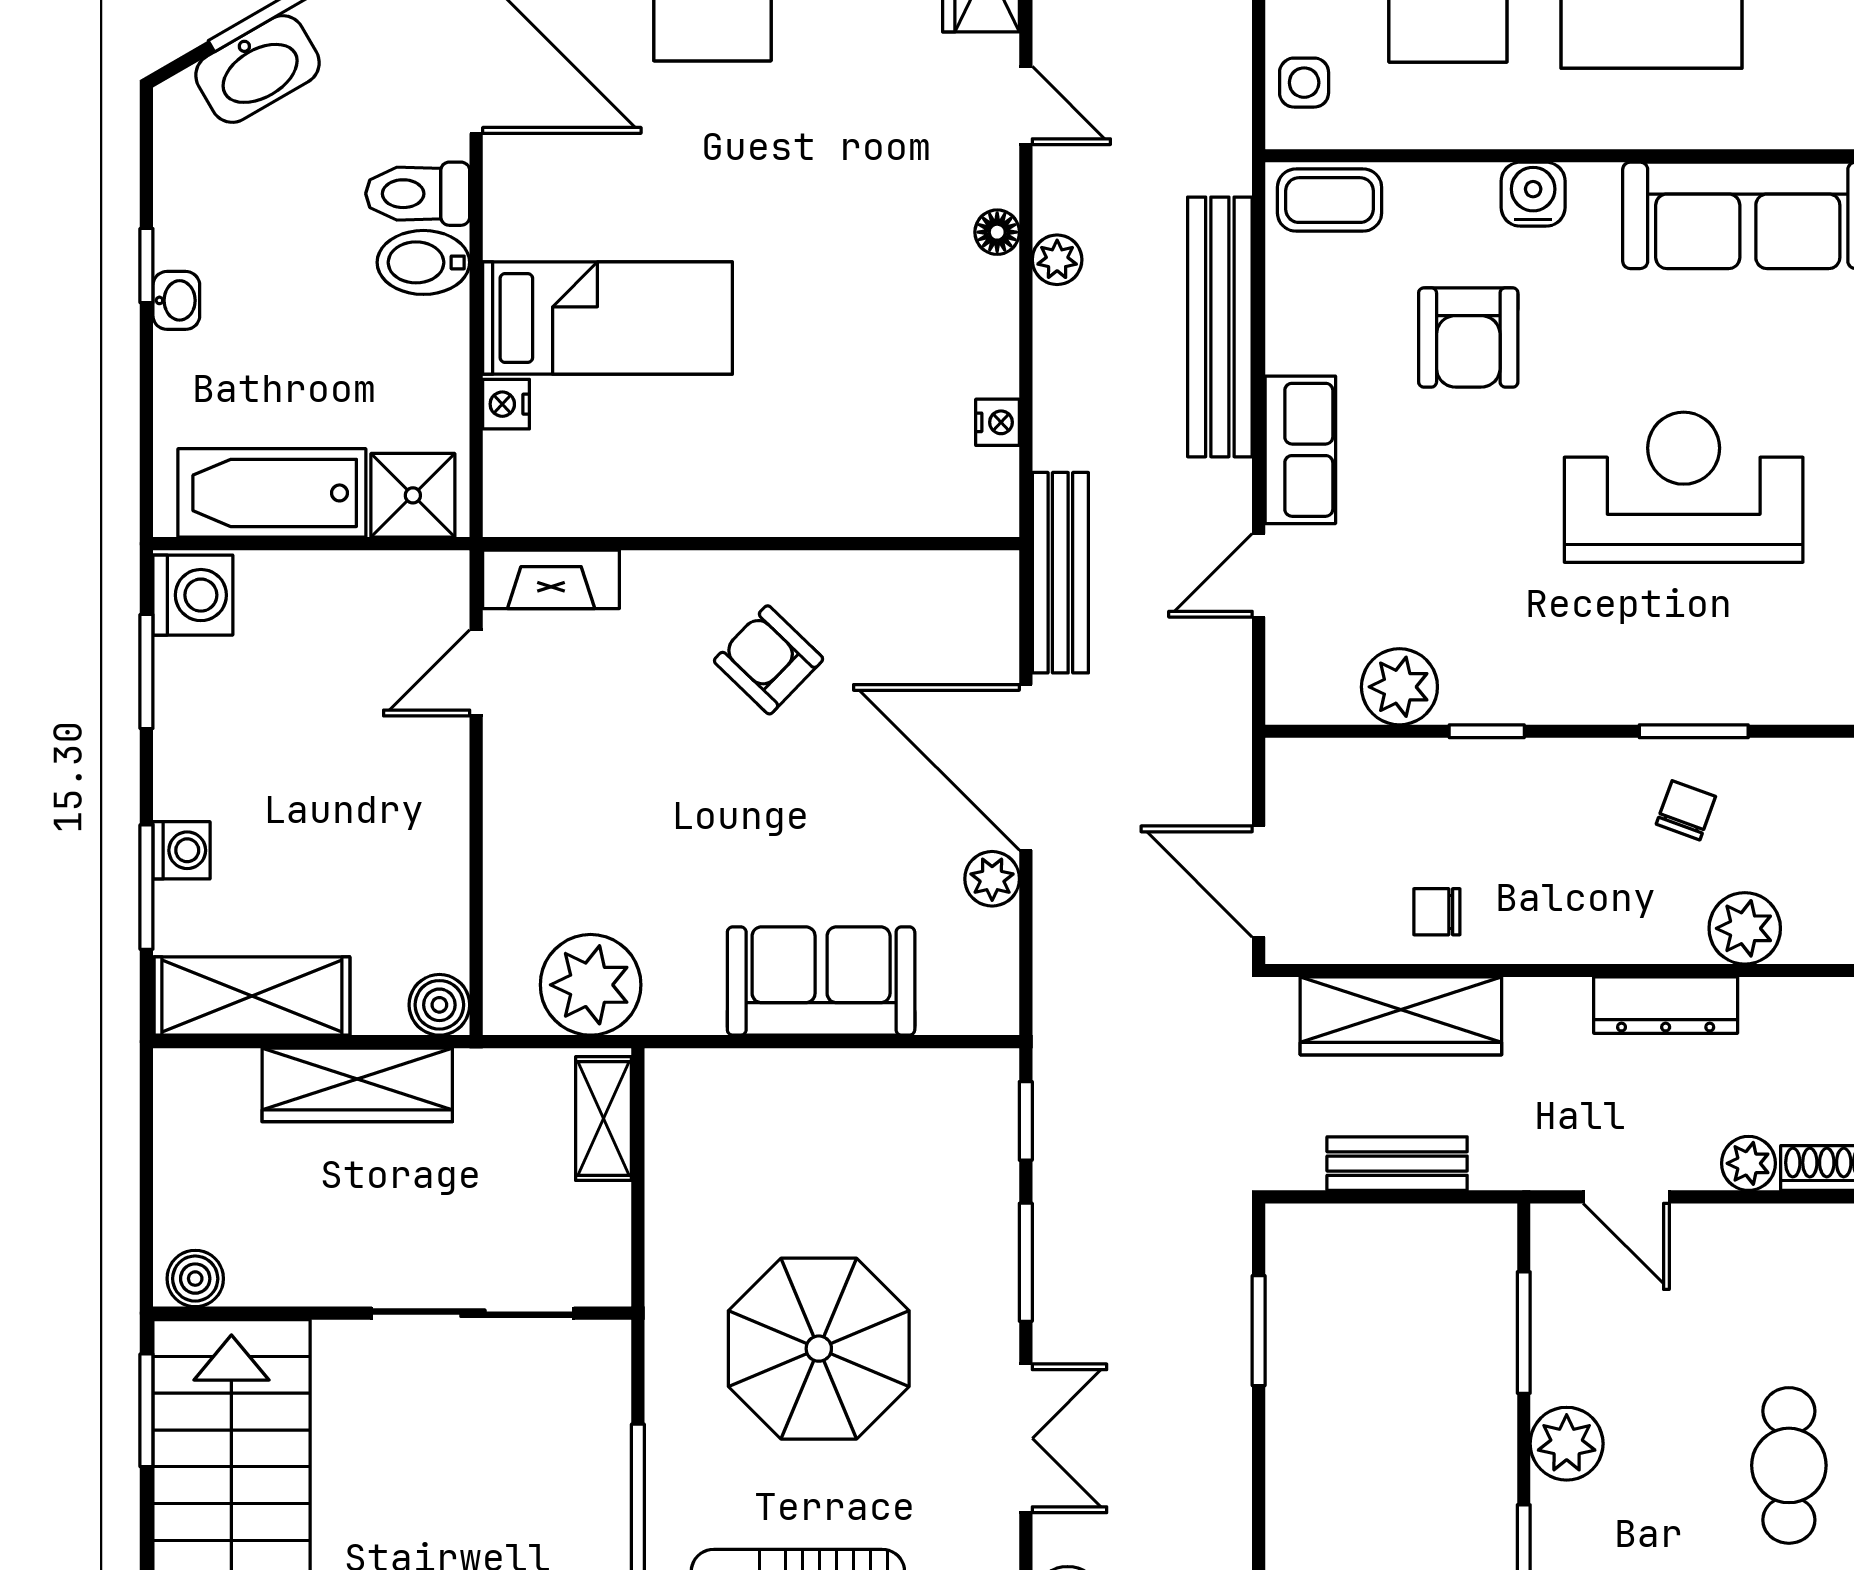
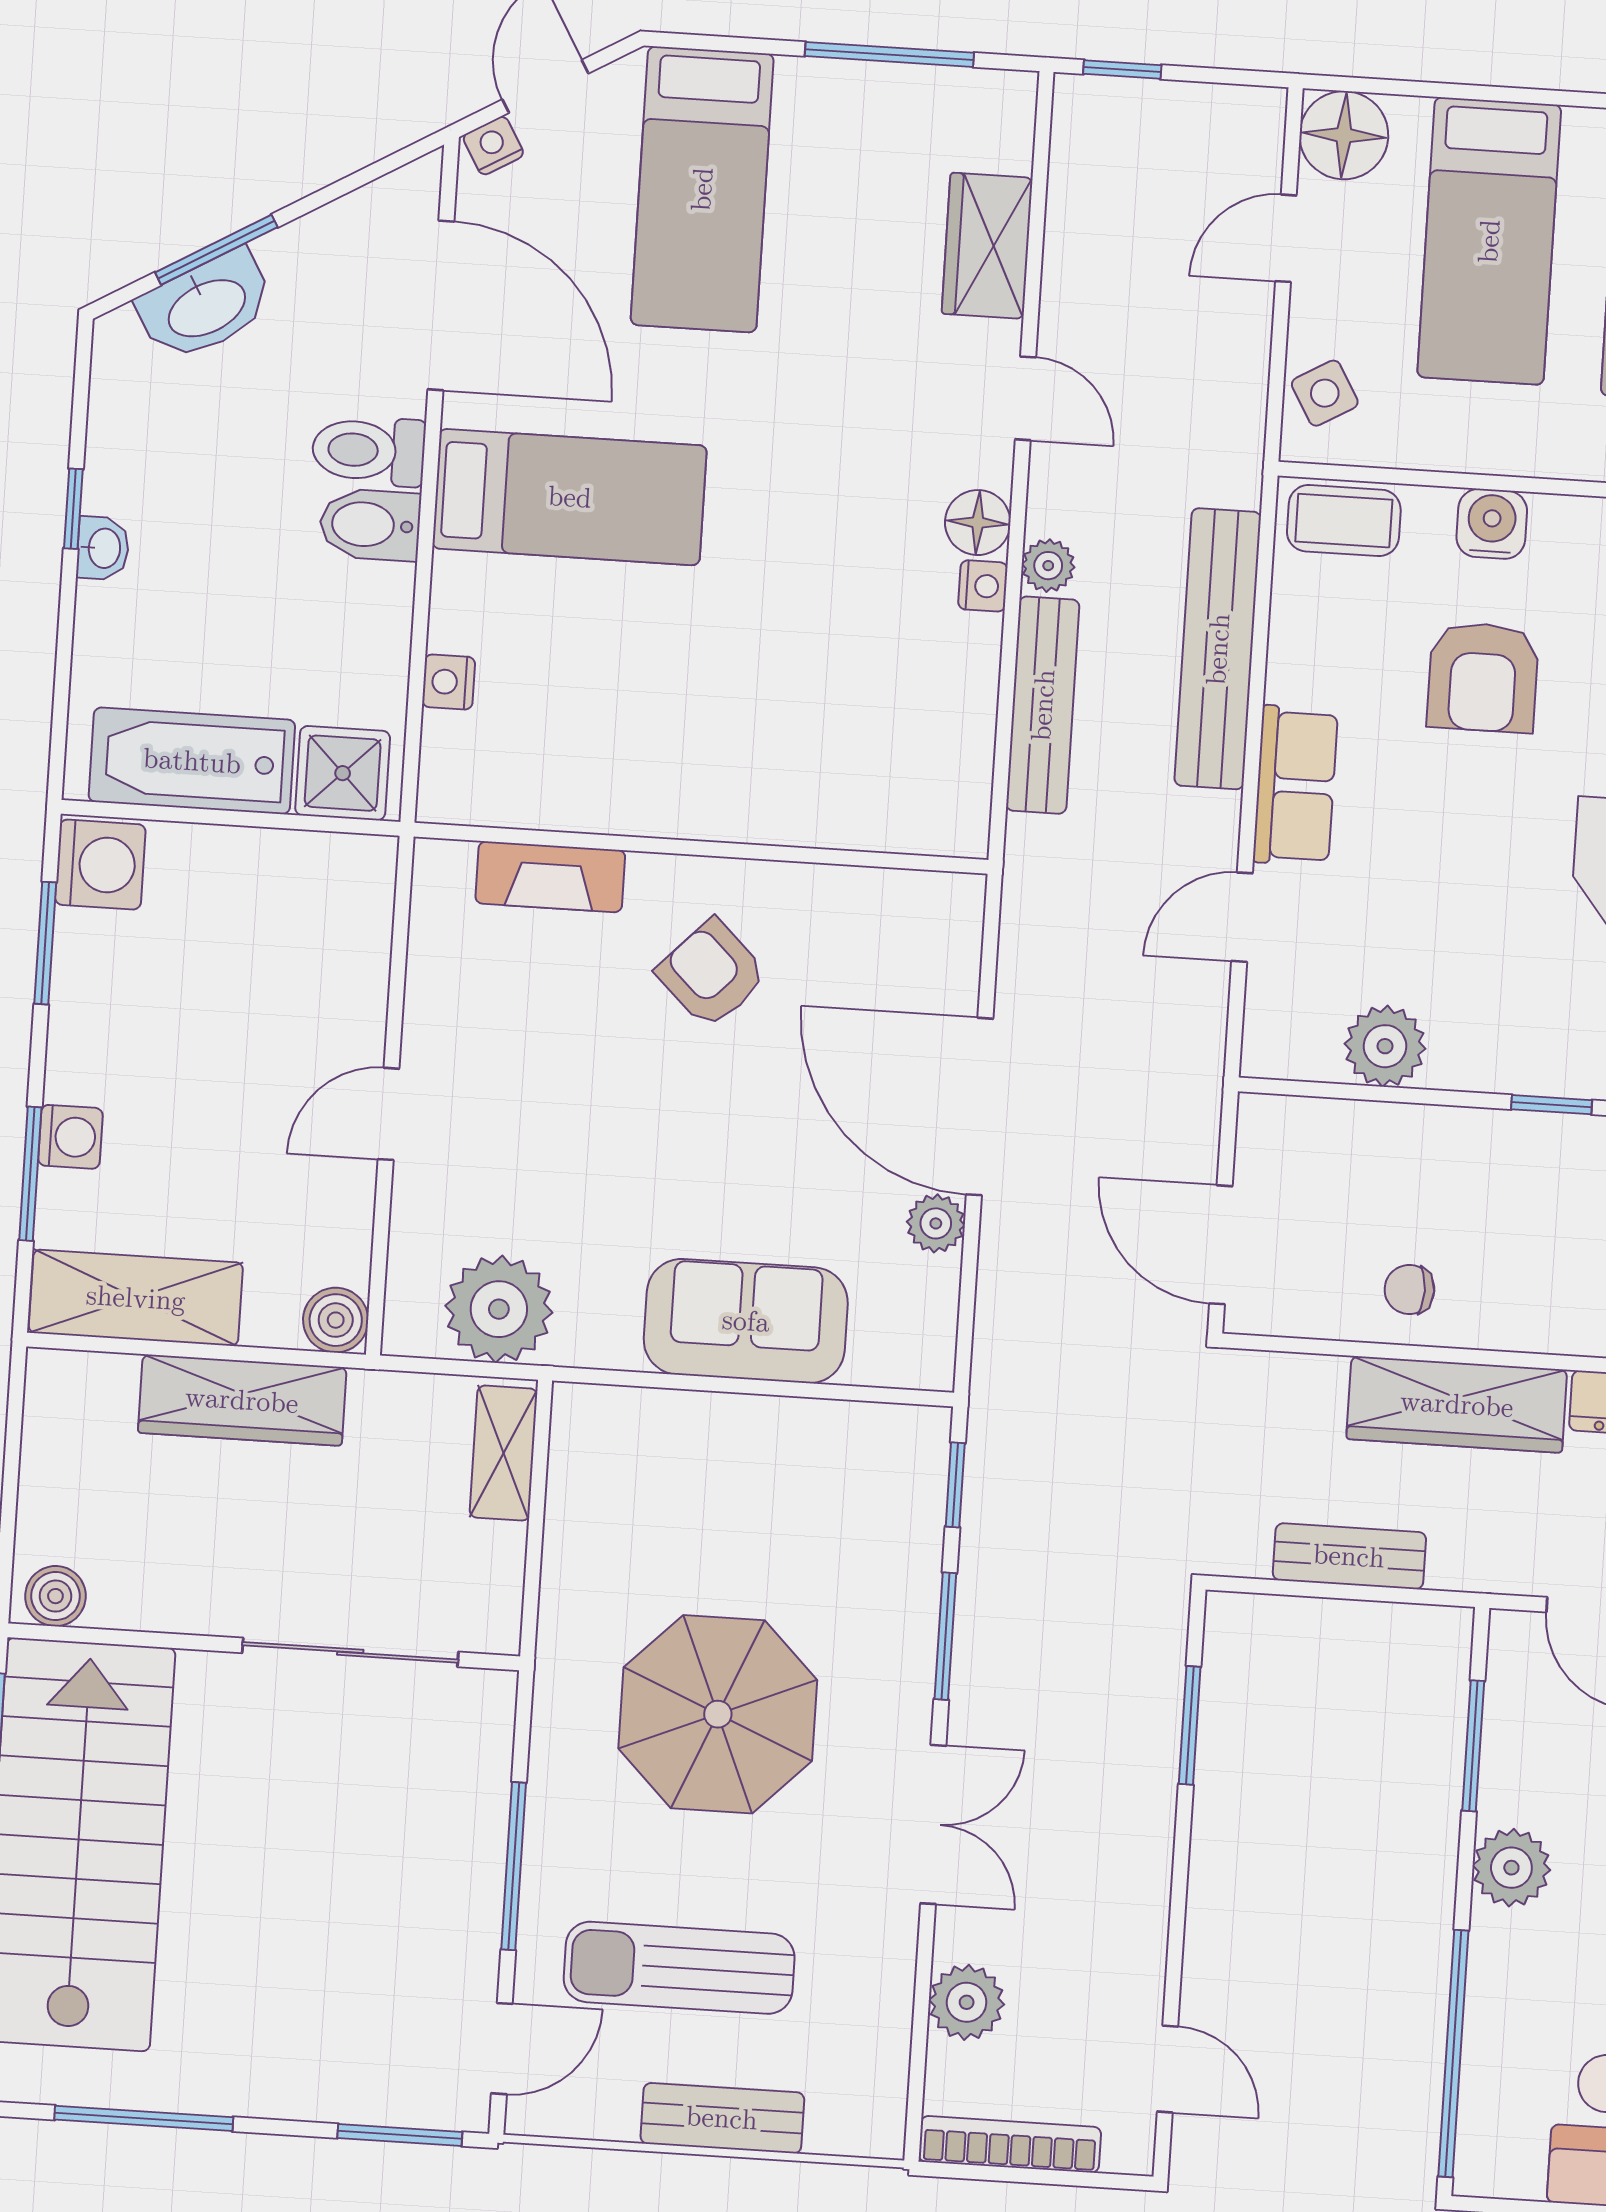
side table: (1304, 83) -> (1325, 393), turned -30
water cooler: (1533, 194) -> (1492, 524), moved
floor lamp: (997, 232) -> (978, 523), width x1.37, depth x1.37
bed: (607, 318) -> (570, 497), moved
nightstand: (998, 422) -> (983, 586), moved
bench: (1060, 573) -> (1043, 705), moved
fireplace: (551, 579) -> (550, 877), moved
door: (476, 673) -> (389, 1114), moved
window: (1487, 731) -> (1552, 1105), moved
wardrobe: (1401, 1016) -> (1457, 1404), moved

